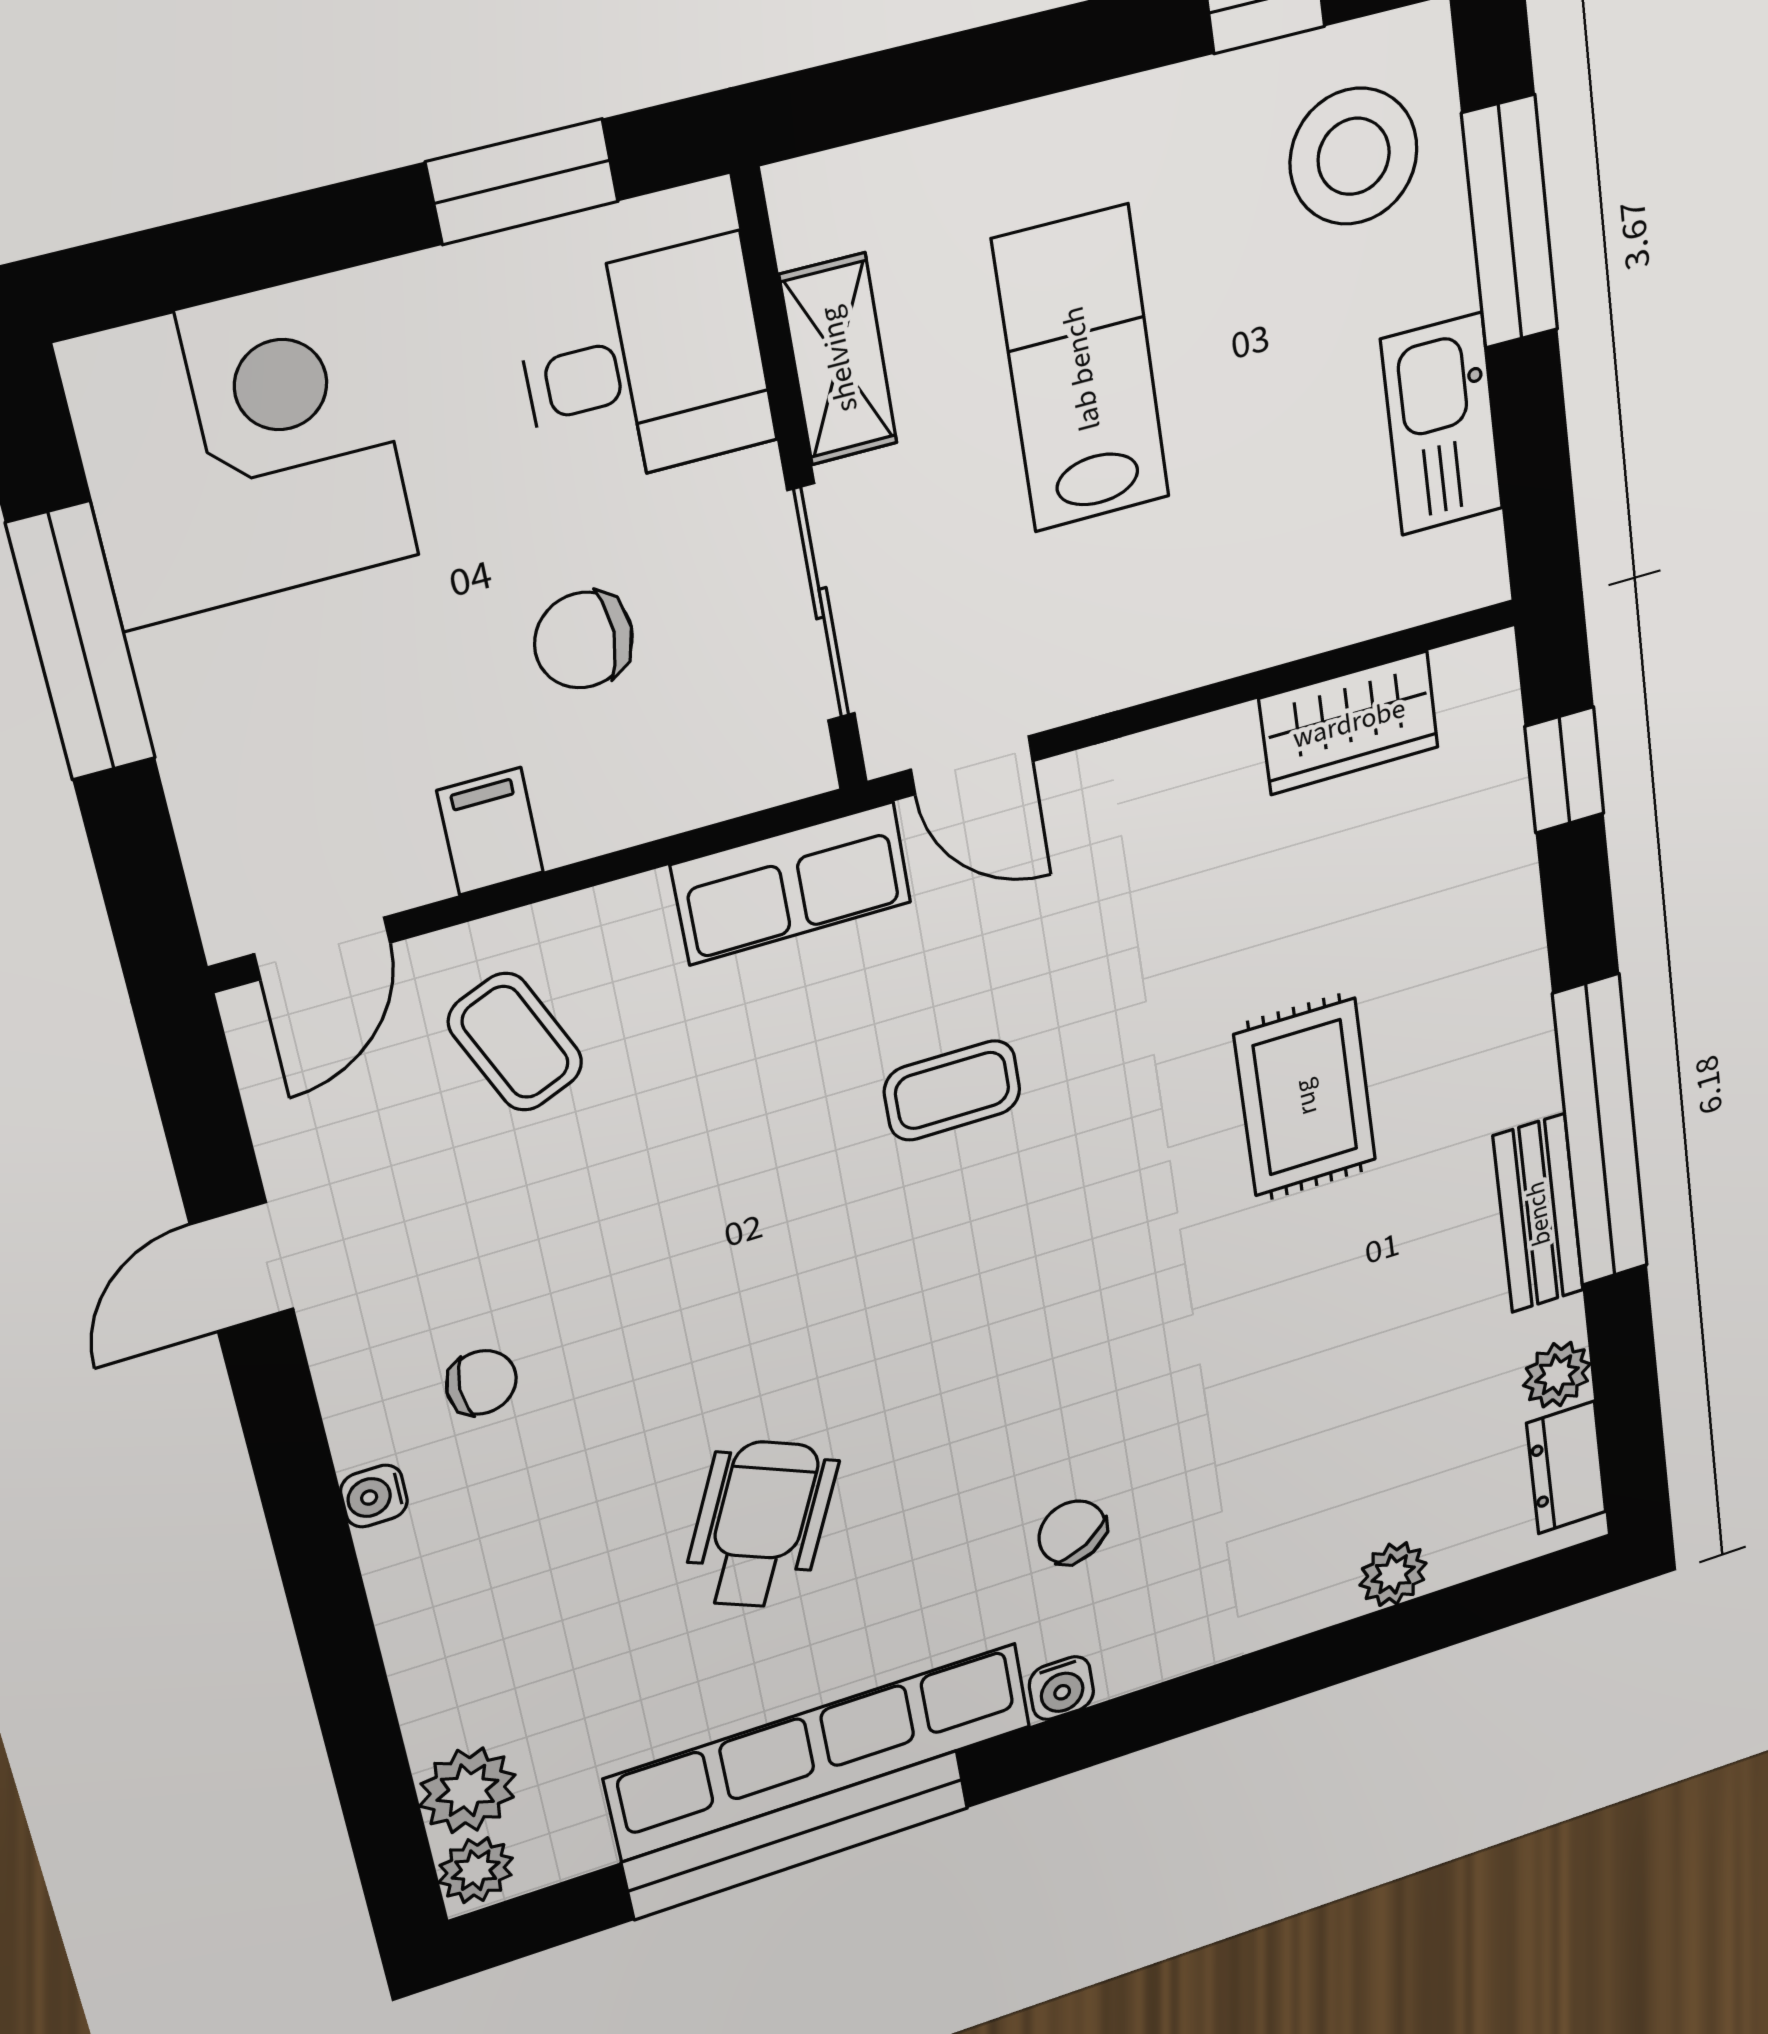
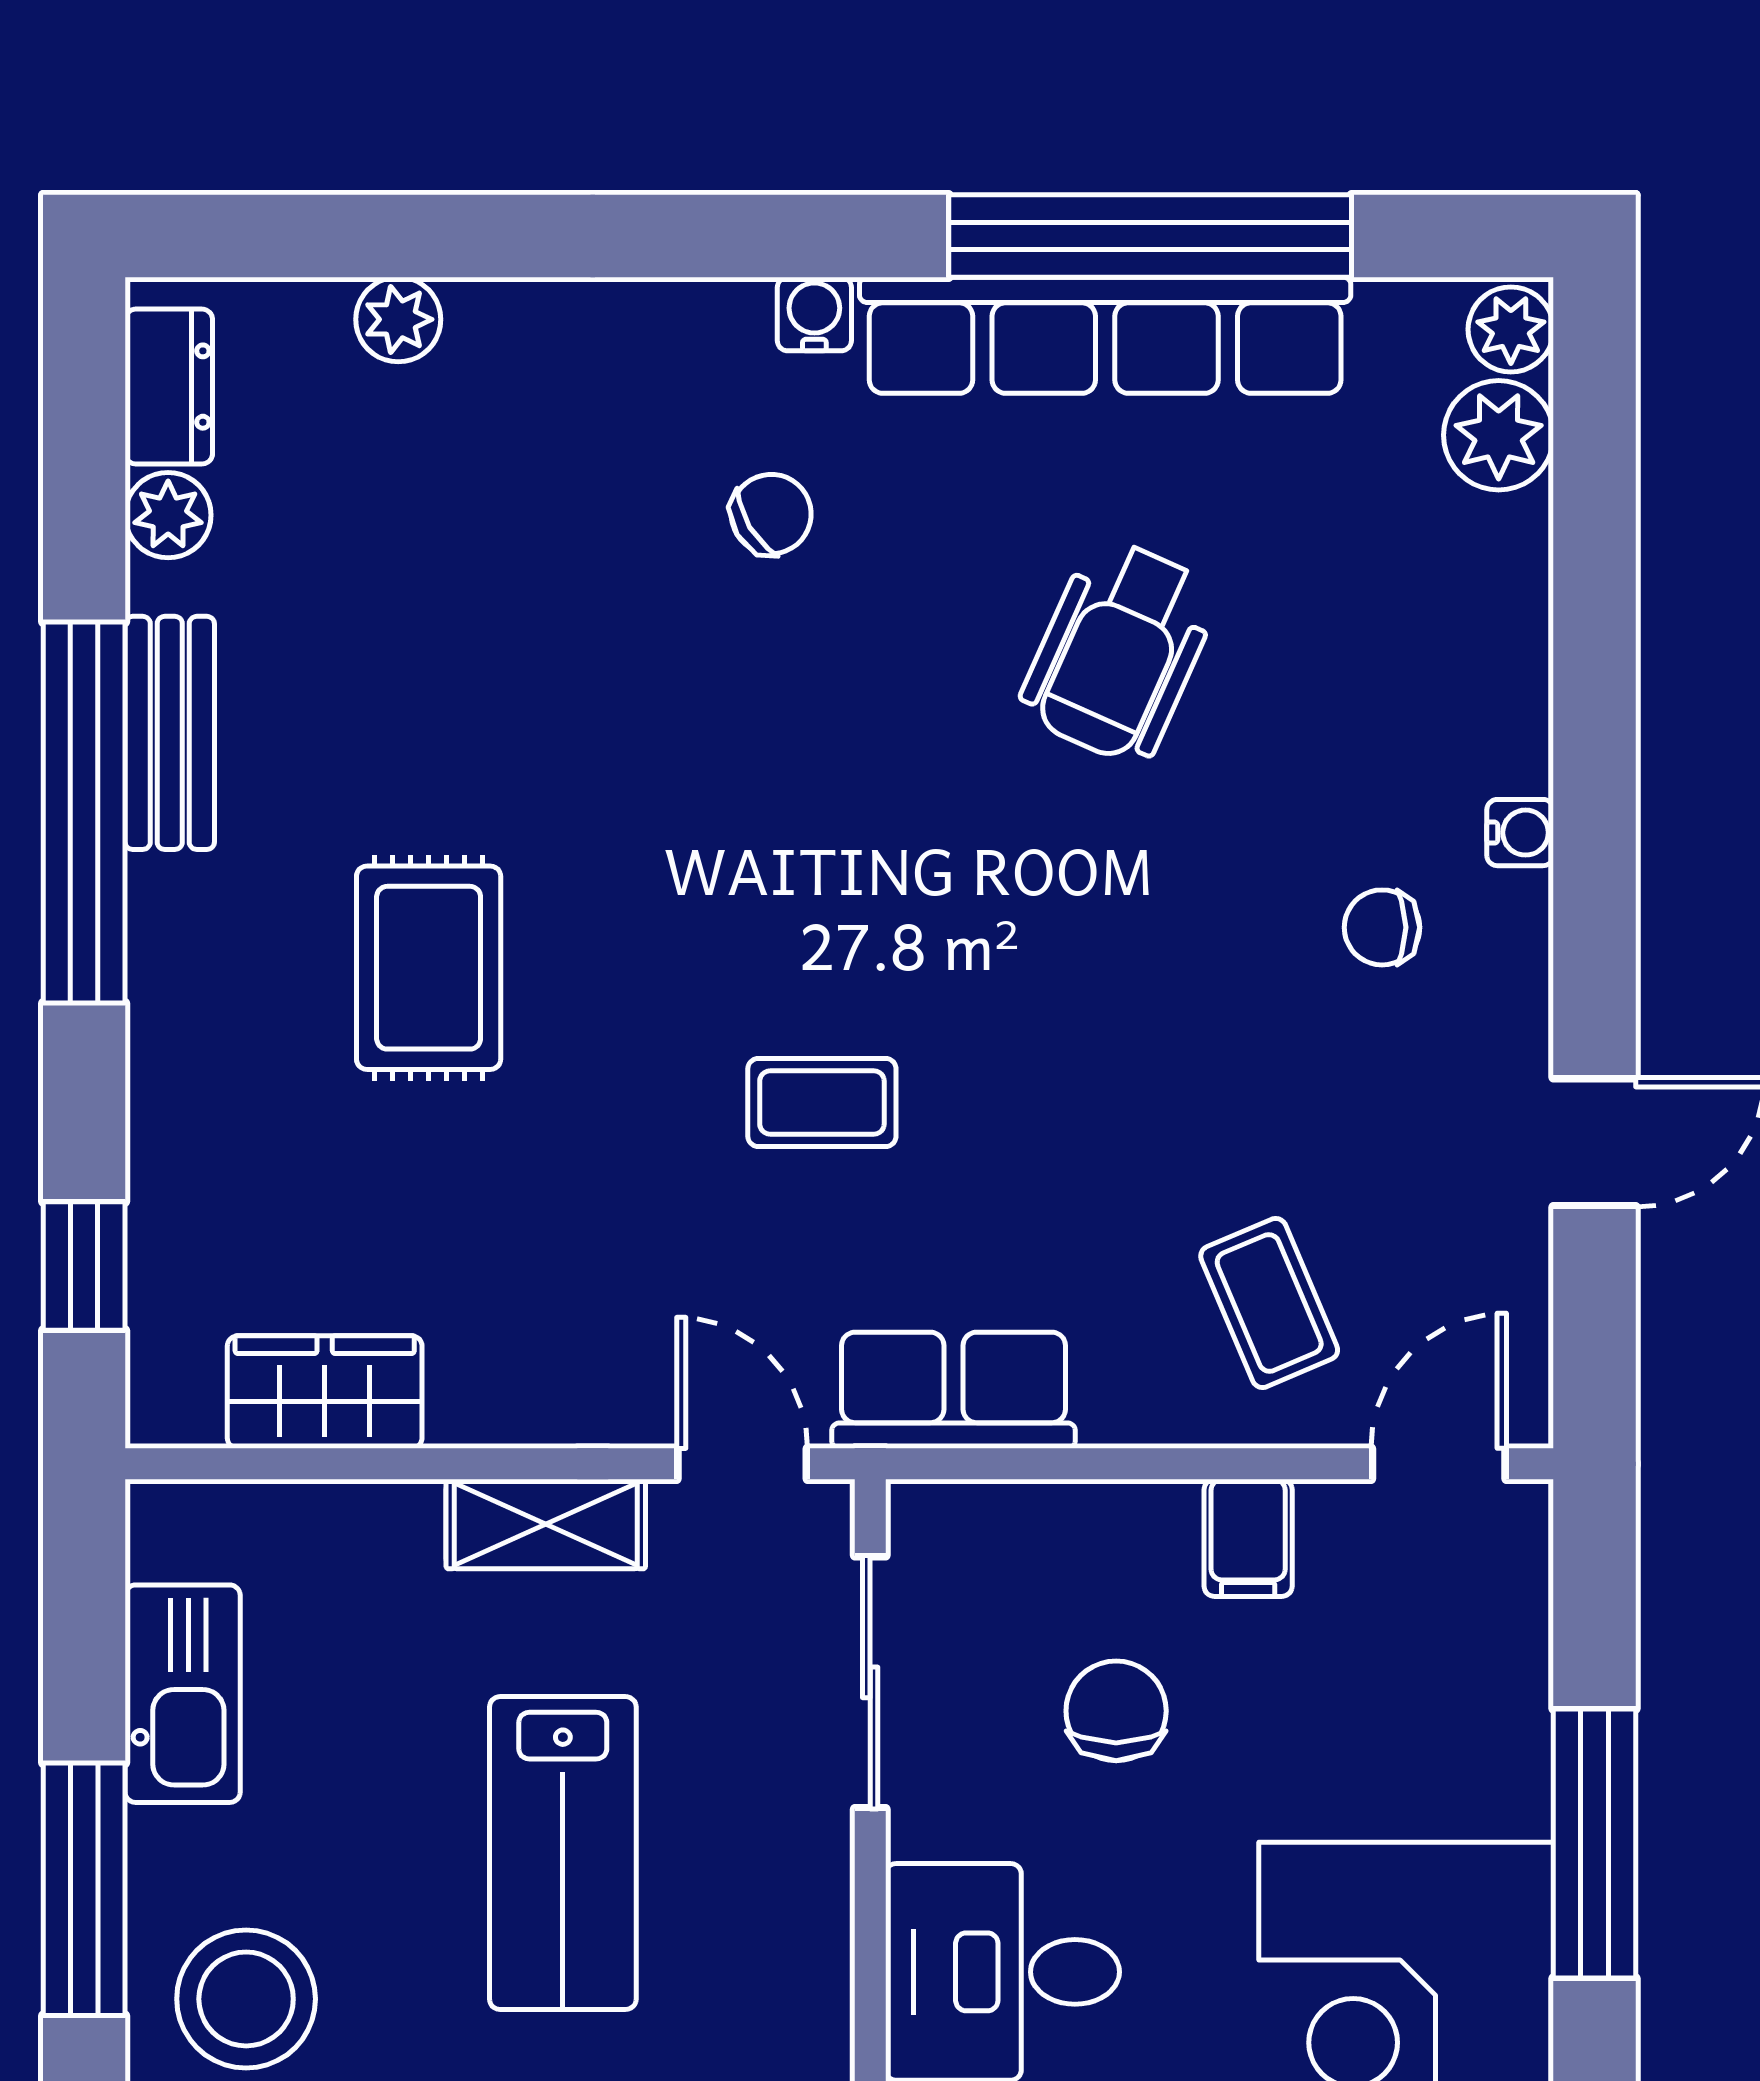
shelving: (838, 359) -> (546, 1524), moved, turned 90
chair: (584, 640) -> (1116, 1711), turned -90
chair: (1072, 1532) -> (771, 514), turned -90

